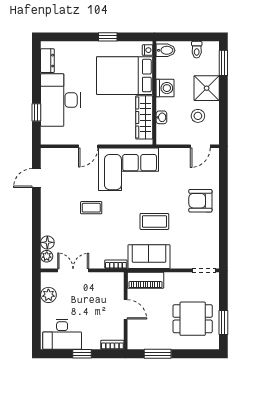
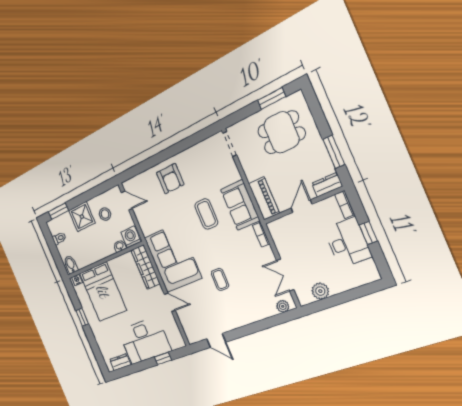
washing machine: (165, 88) -> (131, 237), moved
wardrobe: (144, 117) -> (145, 267), moved, turned 90
floor lamp: (47, 242) -> (269, 310), removed
dining table: (193, 319) -> (281, 132), turned 90
desk: (62, 334) -> (348, 243), moved
dresser: (134, 337) -> (327, 185), added

